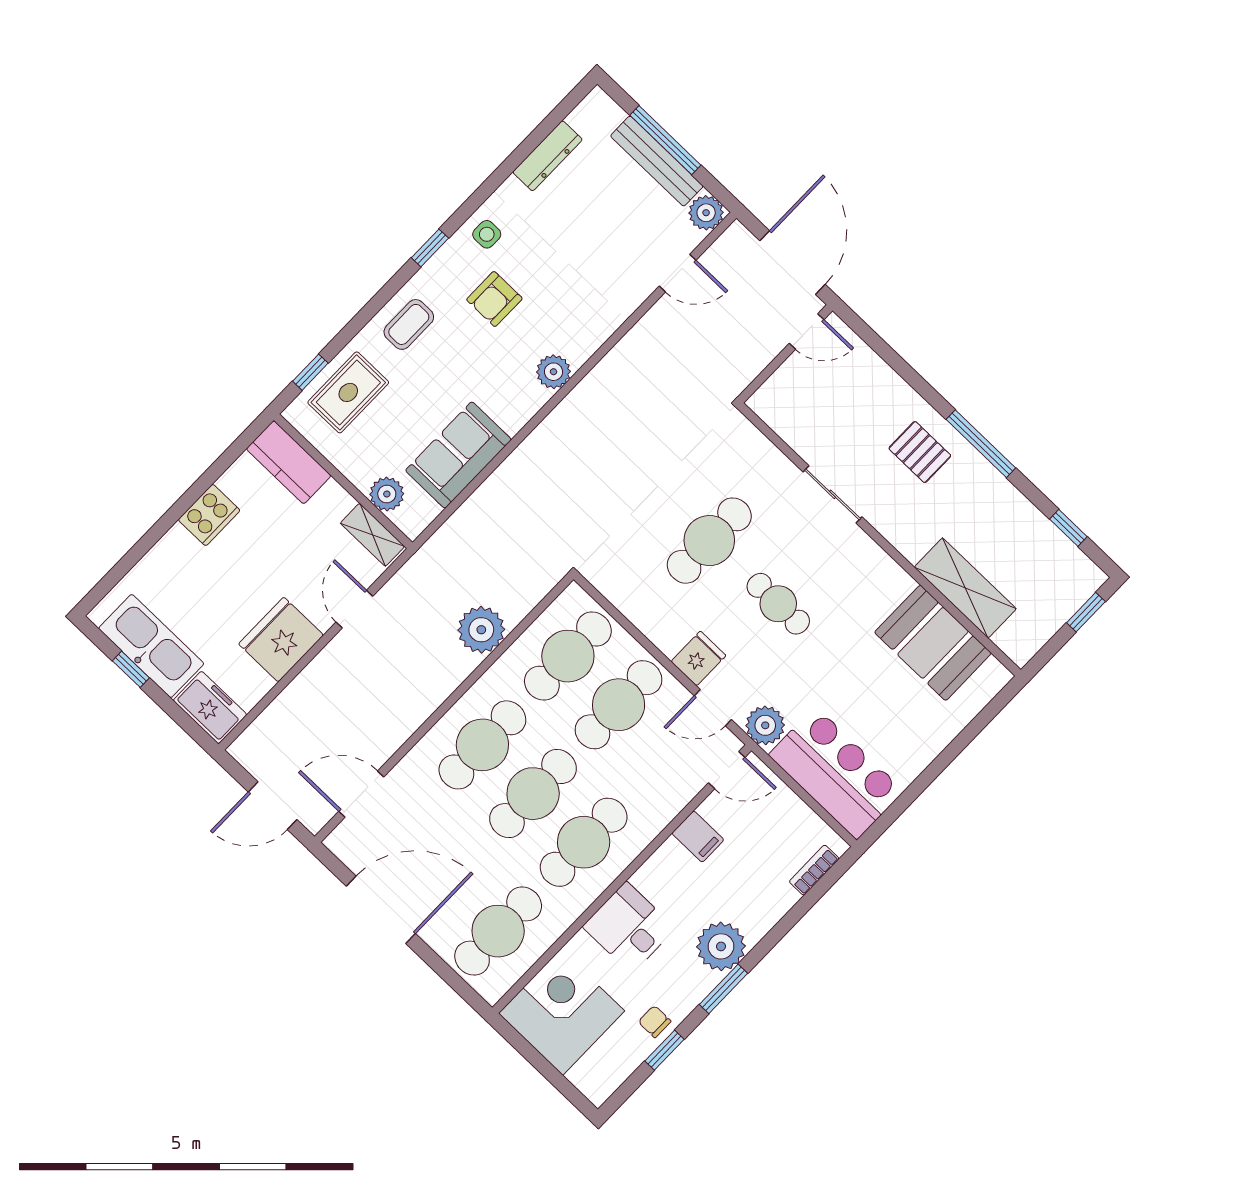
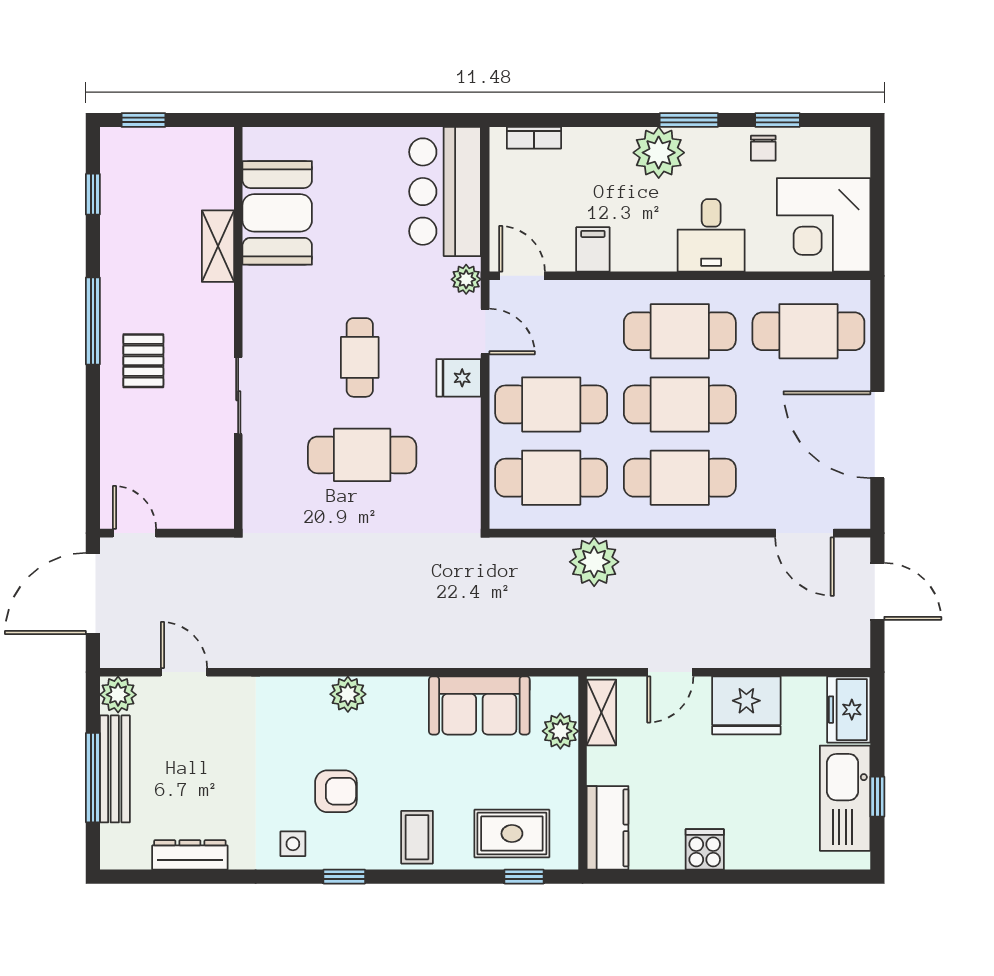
coffee table: (409, 324) -> (417, 837), turned 90
cooker: (209, 515) -> (705, 849), width x0.73
shelving: (965, 588) -> (218, 246), width x0.67, depth x0.75
plant: (765, 725) -> (466, 279), width x0.73, depth x0.73

